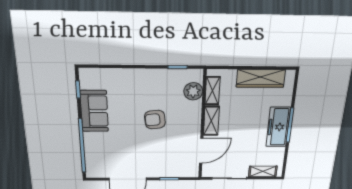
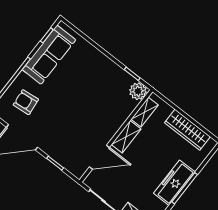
plant: (193, 91) -> (138, 91), moved
sofa: (94, 111) -> (49, 55), width x1.36
armchair: (155, 120) -> (26, 102), moved

